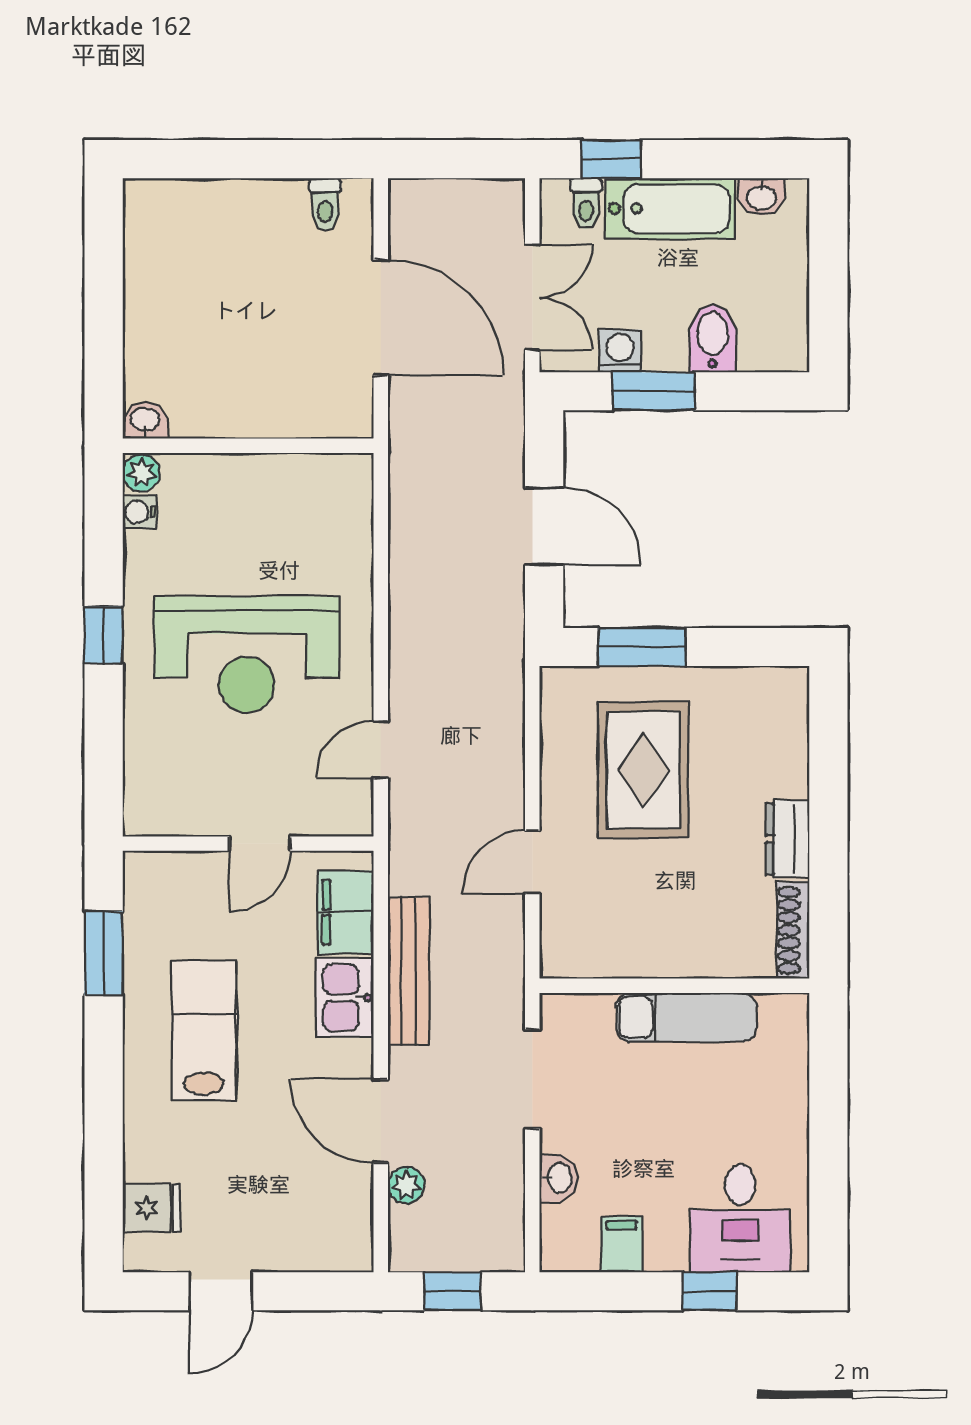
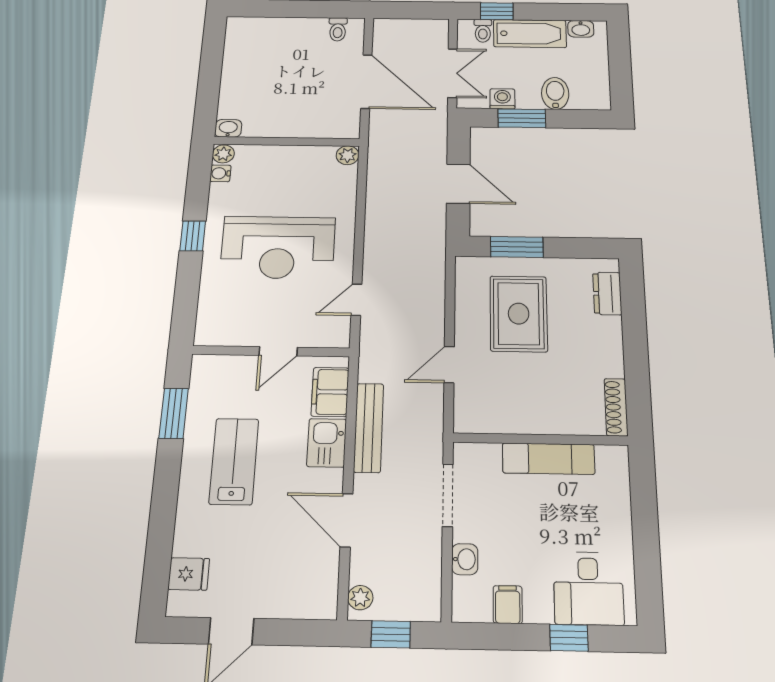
plant: (354, 472) -> (348, 155), added
dresser: (788, 839) -> (607, 293), moved
plant: (406, 1185) -> (360, 598), moved

